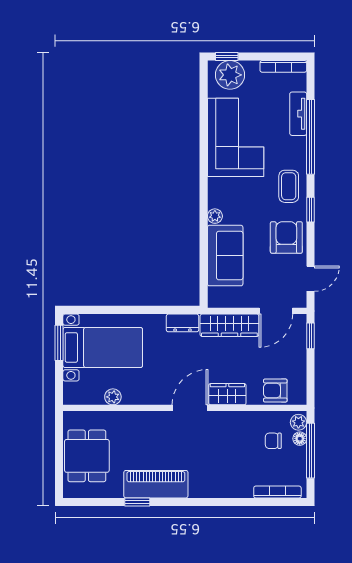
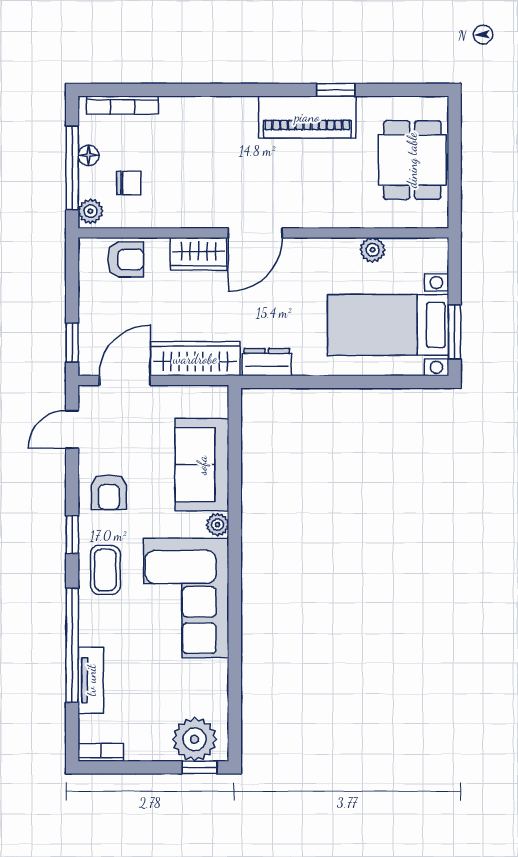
bookcase: (283, 66) -> (101, 752), width x0.64
corner sofa: (236, 137) -> (186, 598), moved
armchair: (286, 237) -> (109, 492), width x0.72, depth x0.72
floor lamp: (300, 439) -> (89, 155), moved

